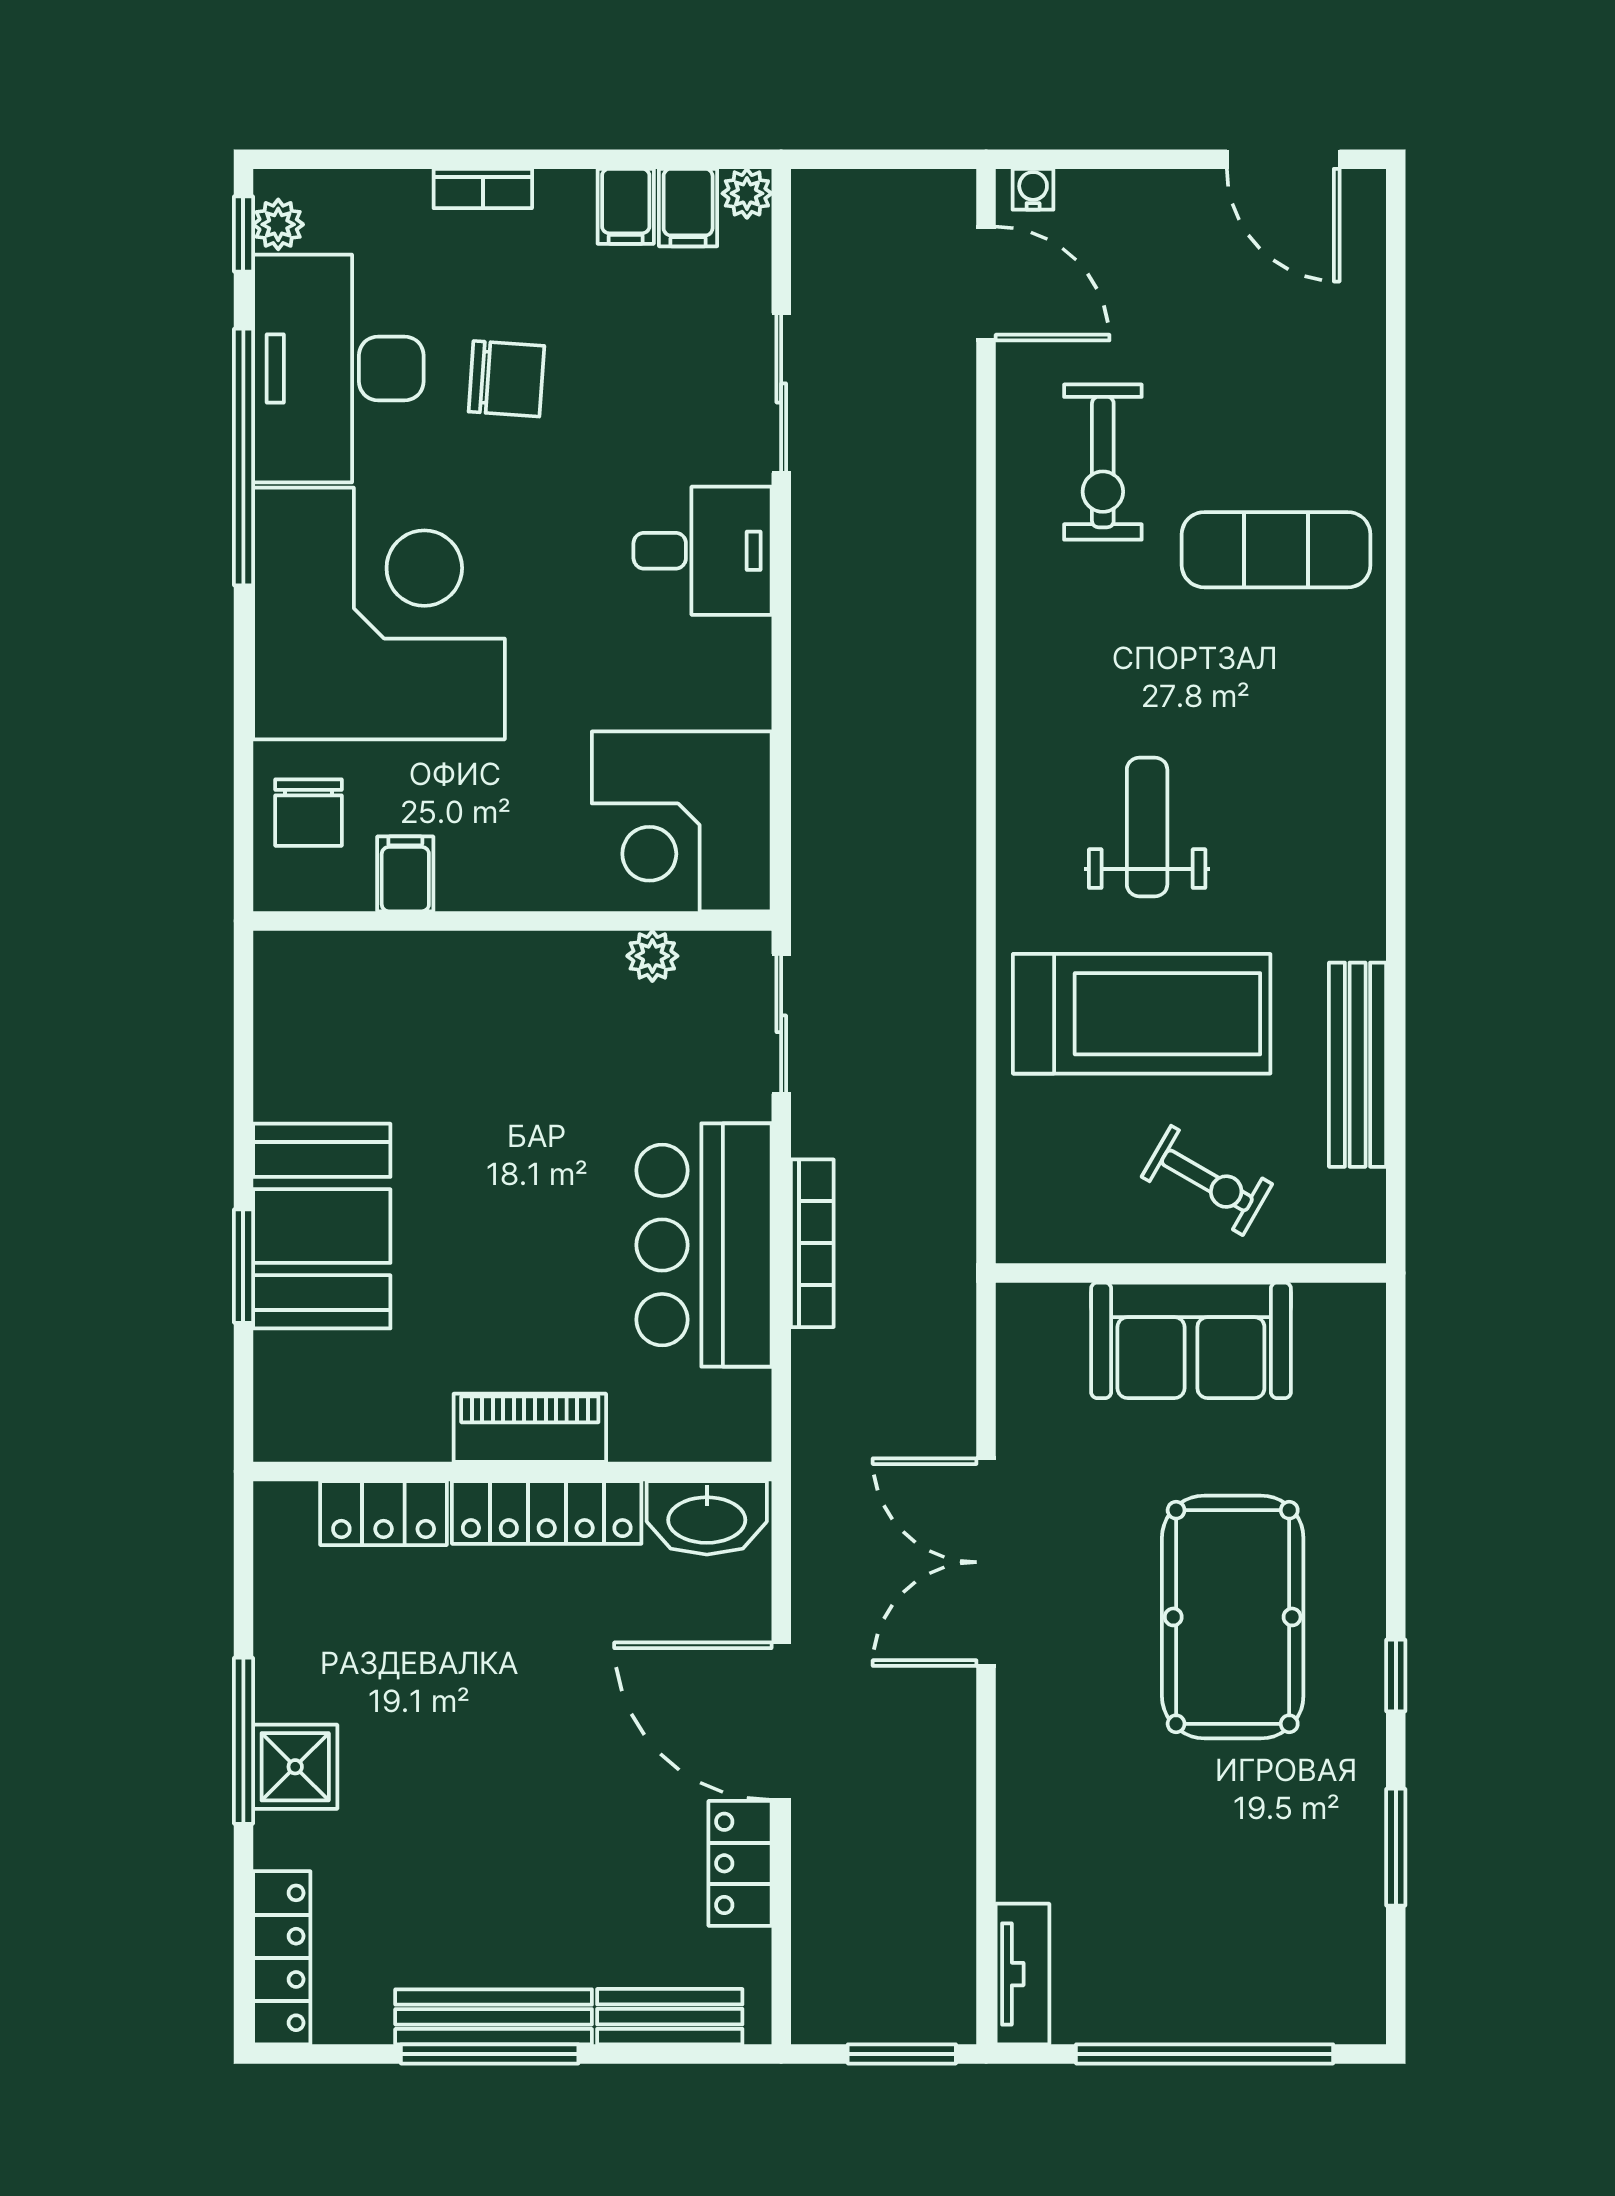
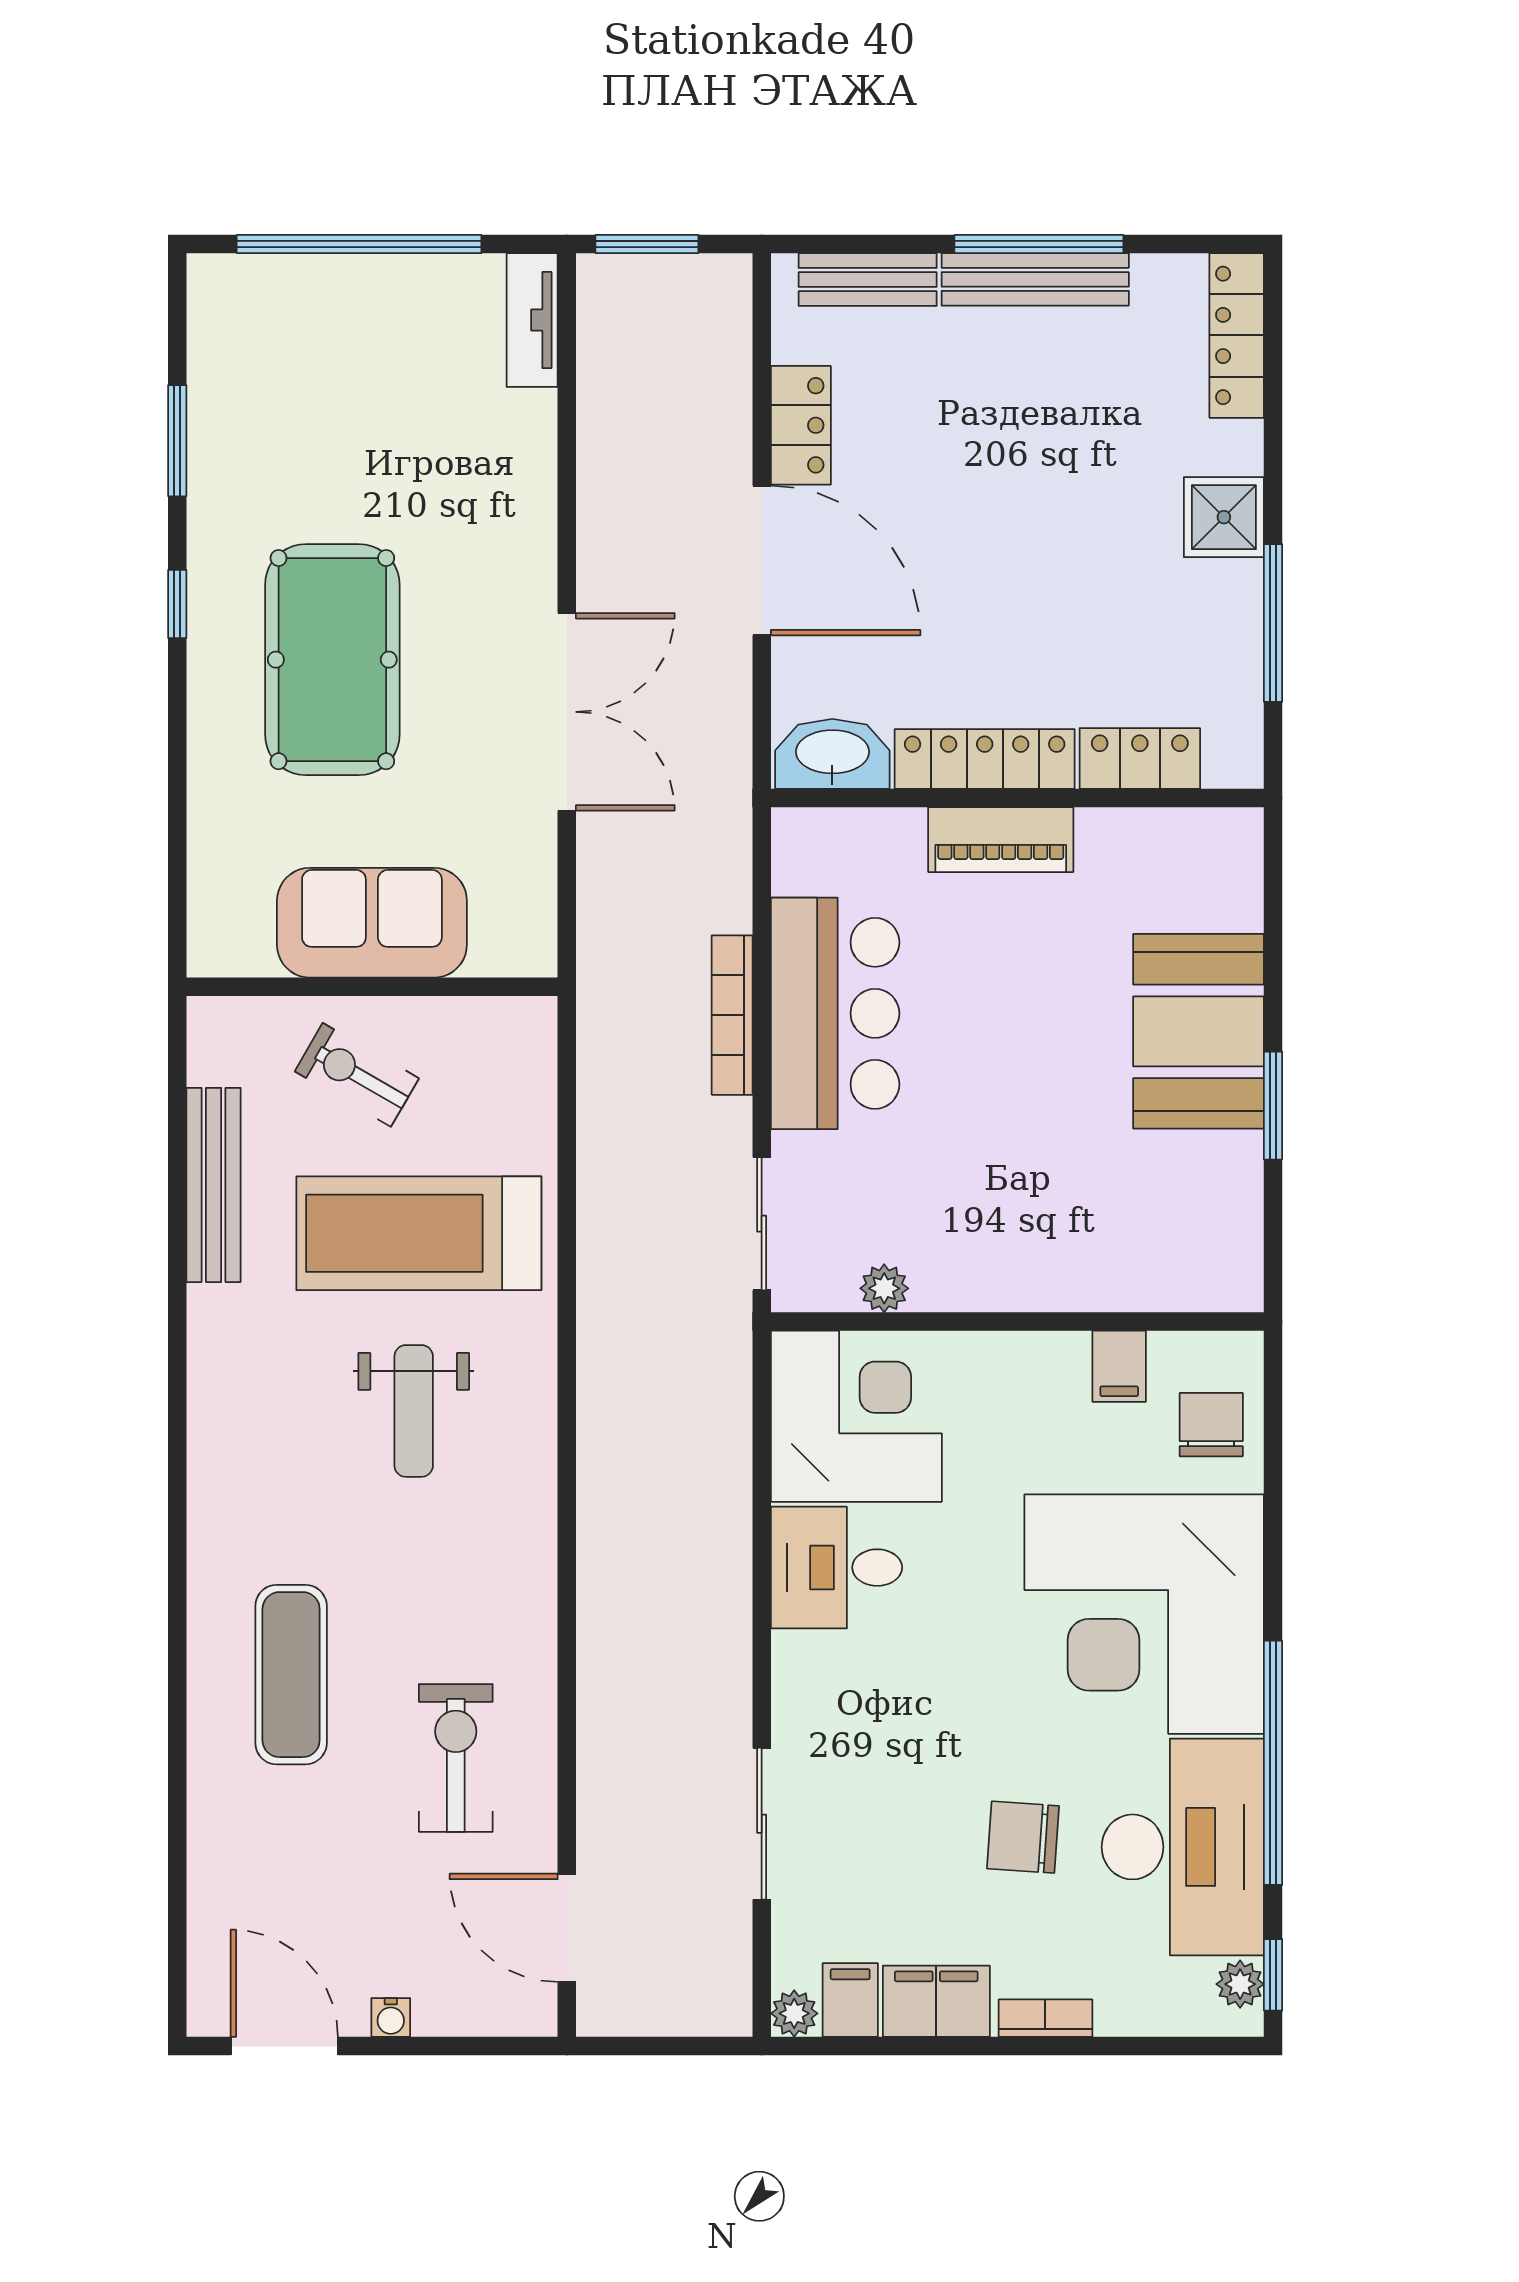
water cooler: (1033, 189) -> (391, 2017), moved
filing cabinet: (626, 206) -> (936, 2001), width x2.00
exercise mat: (1276, 550) -> (291, 1675), turned 90
desk: (703, 551) -> (836, 1568), moved
window: (243, 1266) -> (1273, 1106), moved
window: (243, 1741) -> (1273, 623), moved

